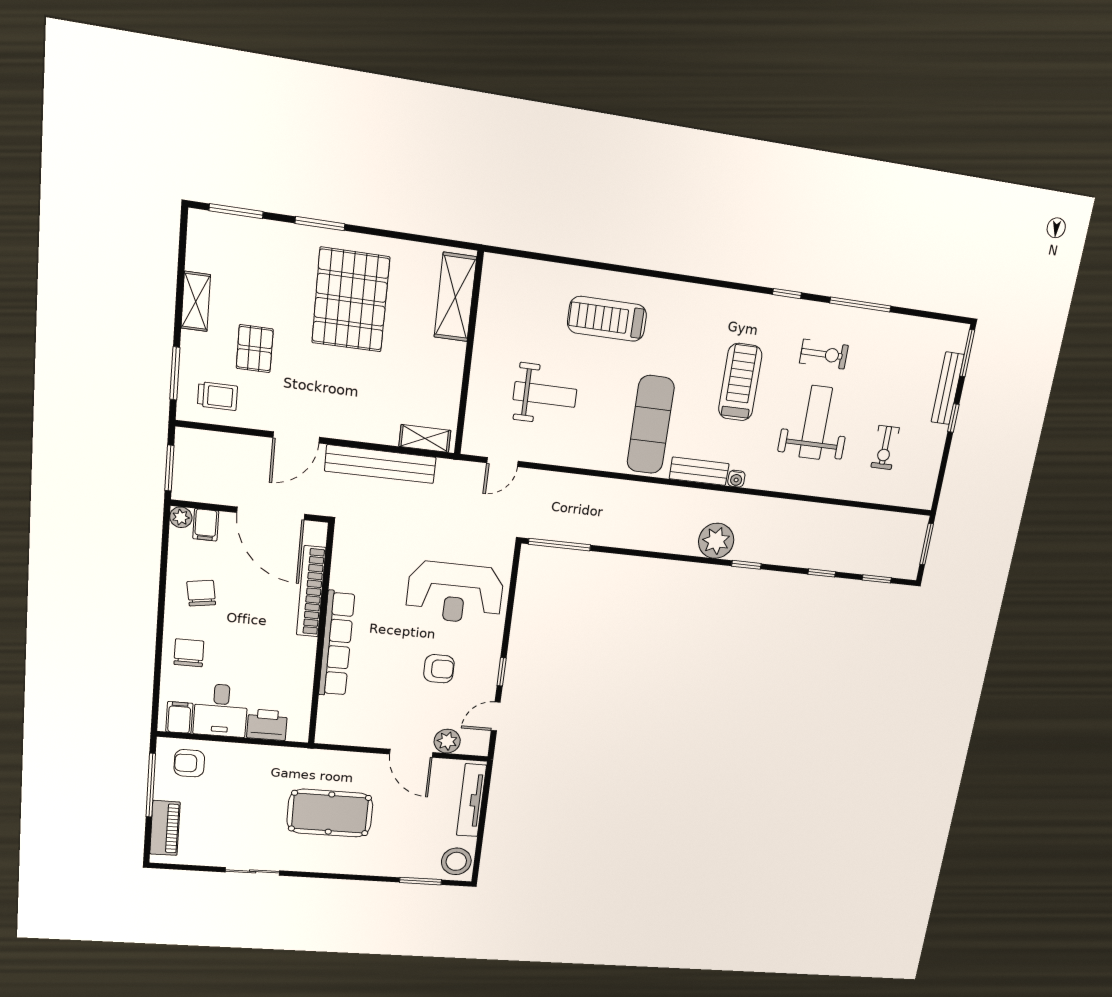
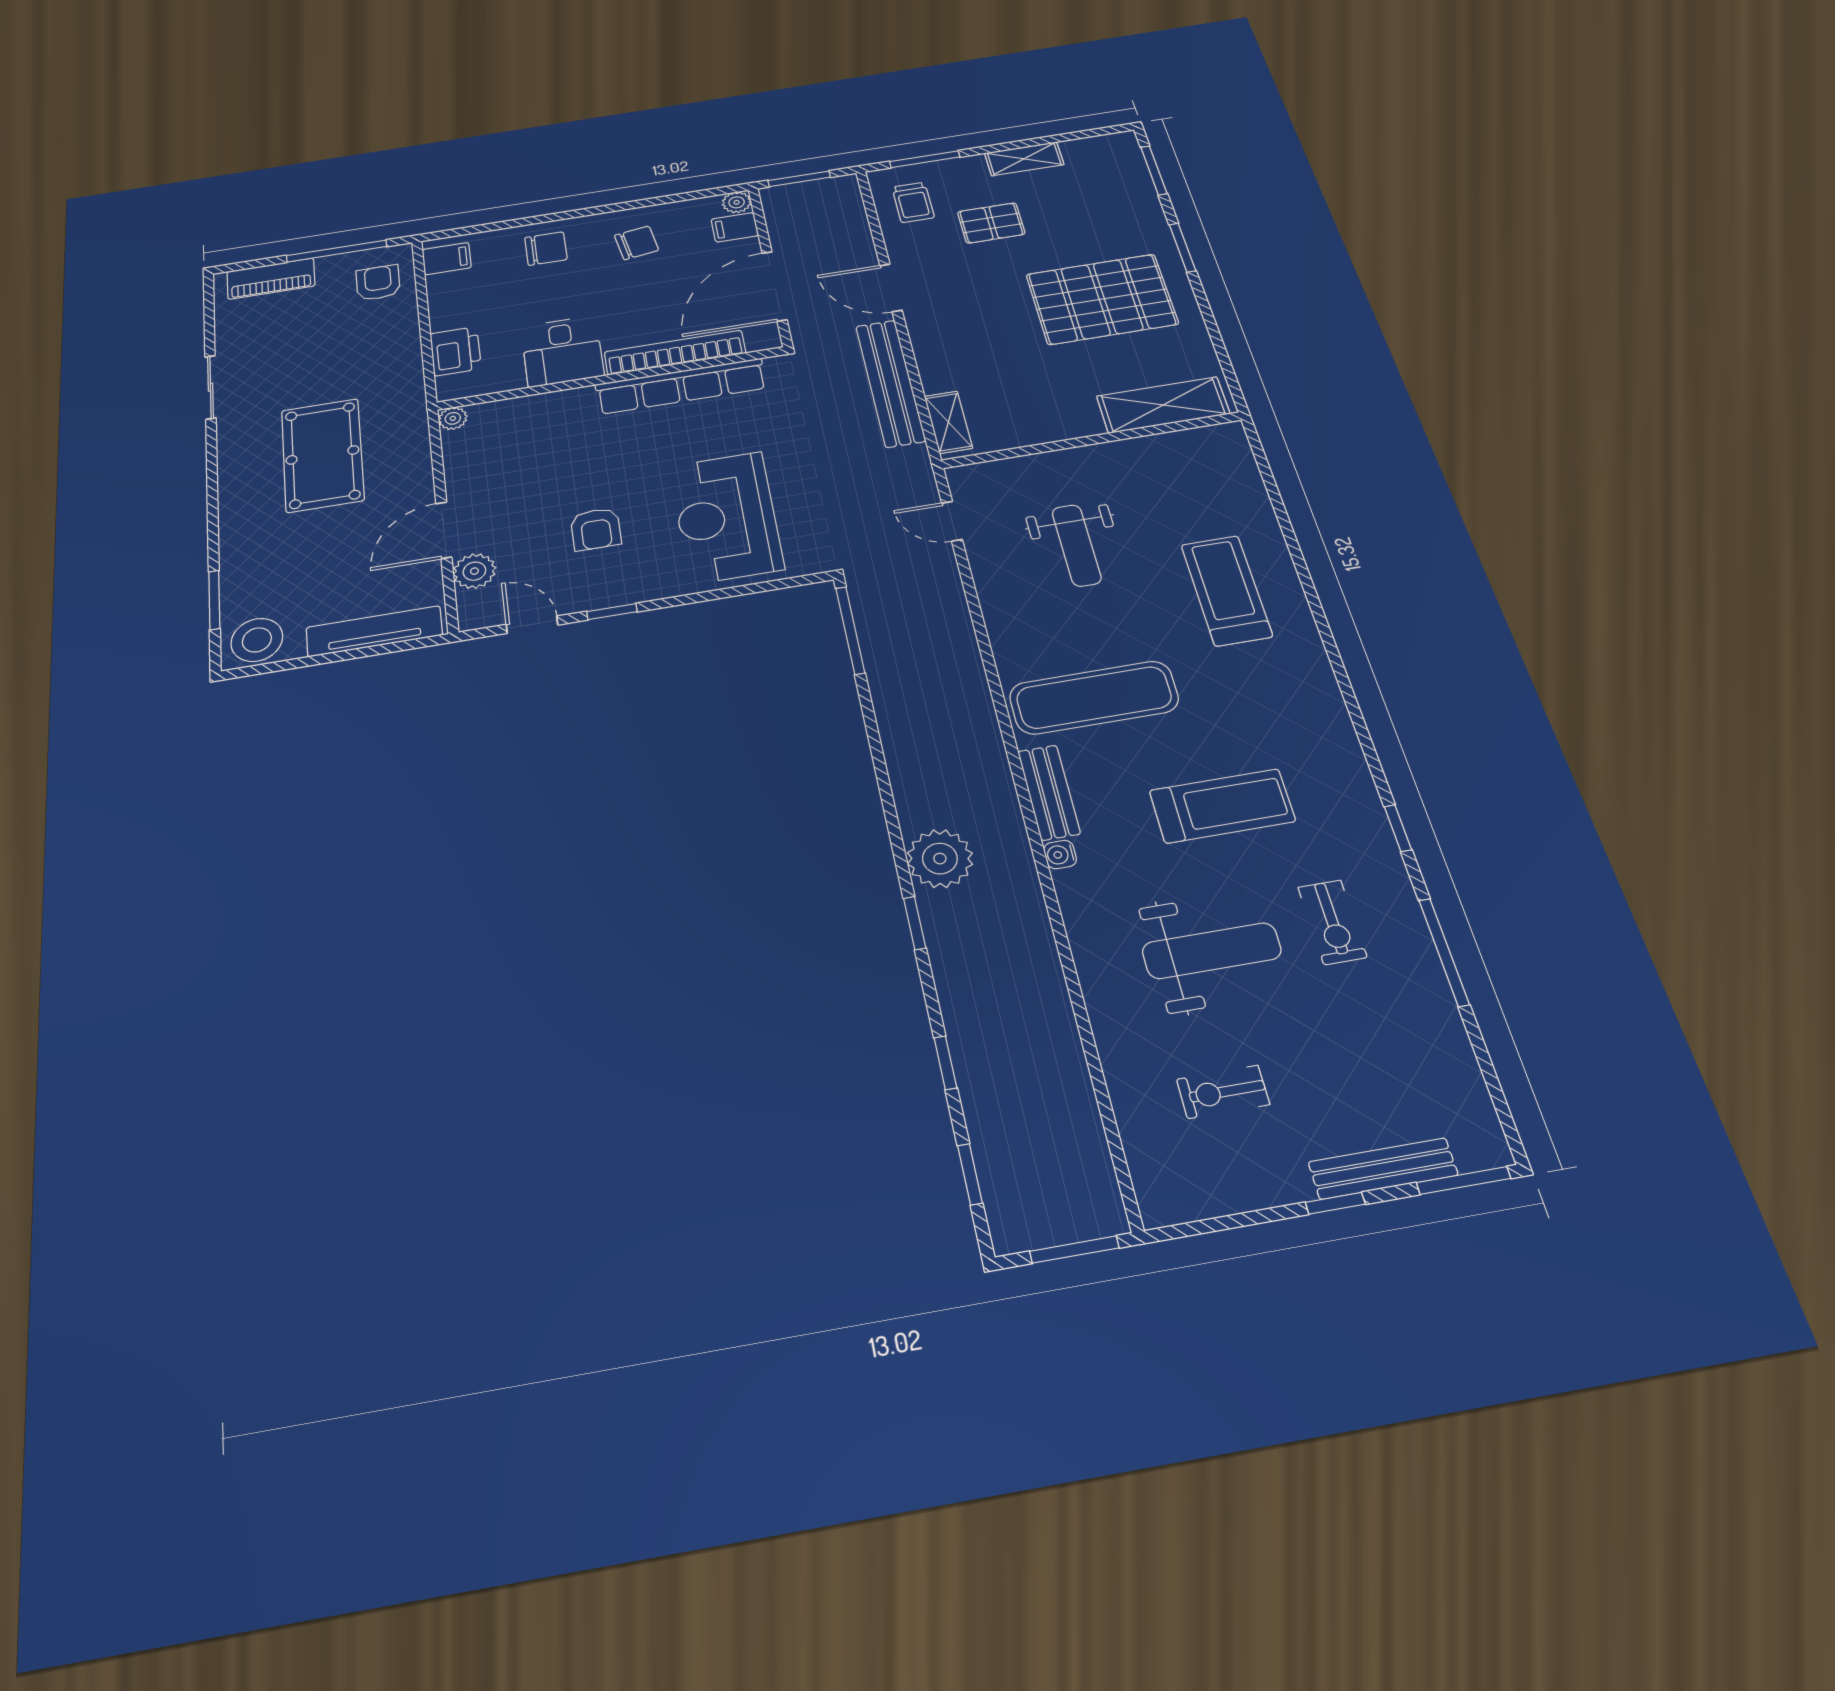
row of seats: (337, 644) -> (681, 386), moved
desk: (221, 710) -> (562, 351), moved, turned -90
plant: (324, 735) -> (453, 418), added

